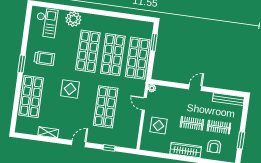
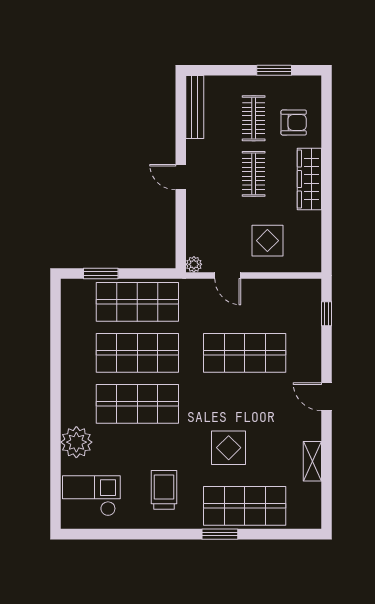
window: (22, 64) -> (220, 534), moved
display table: (70, 89) -> (229, 448), moved
door: (144, 104) -> (228, 275), hinge flipped
window: (109, 148) -> (326, 314), moved

